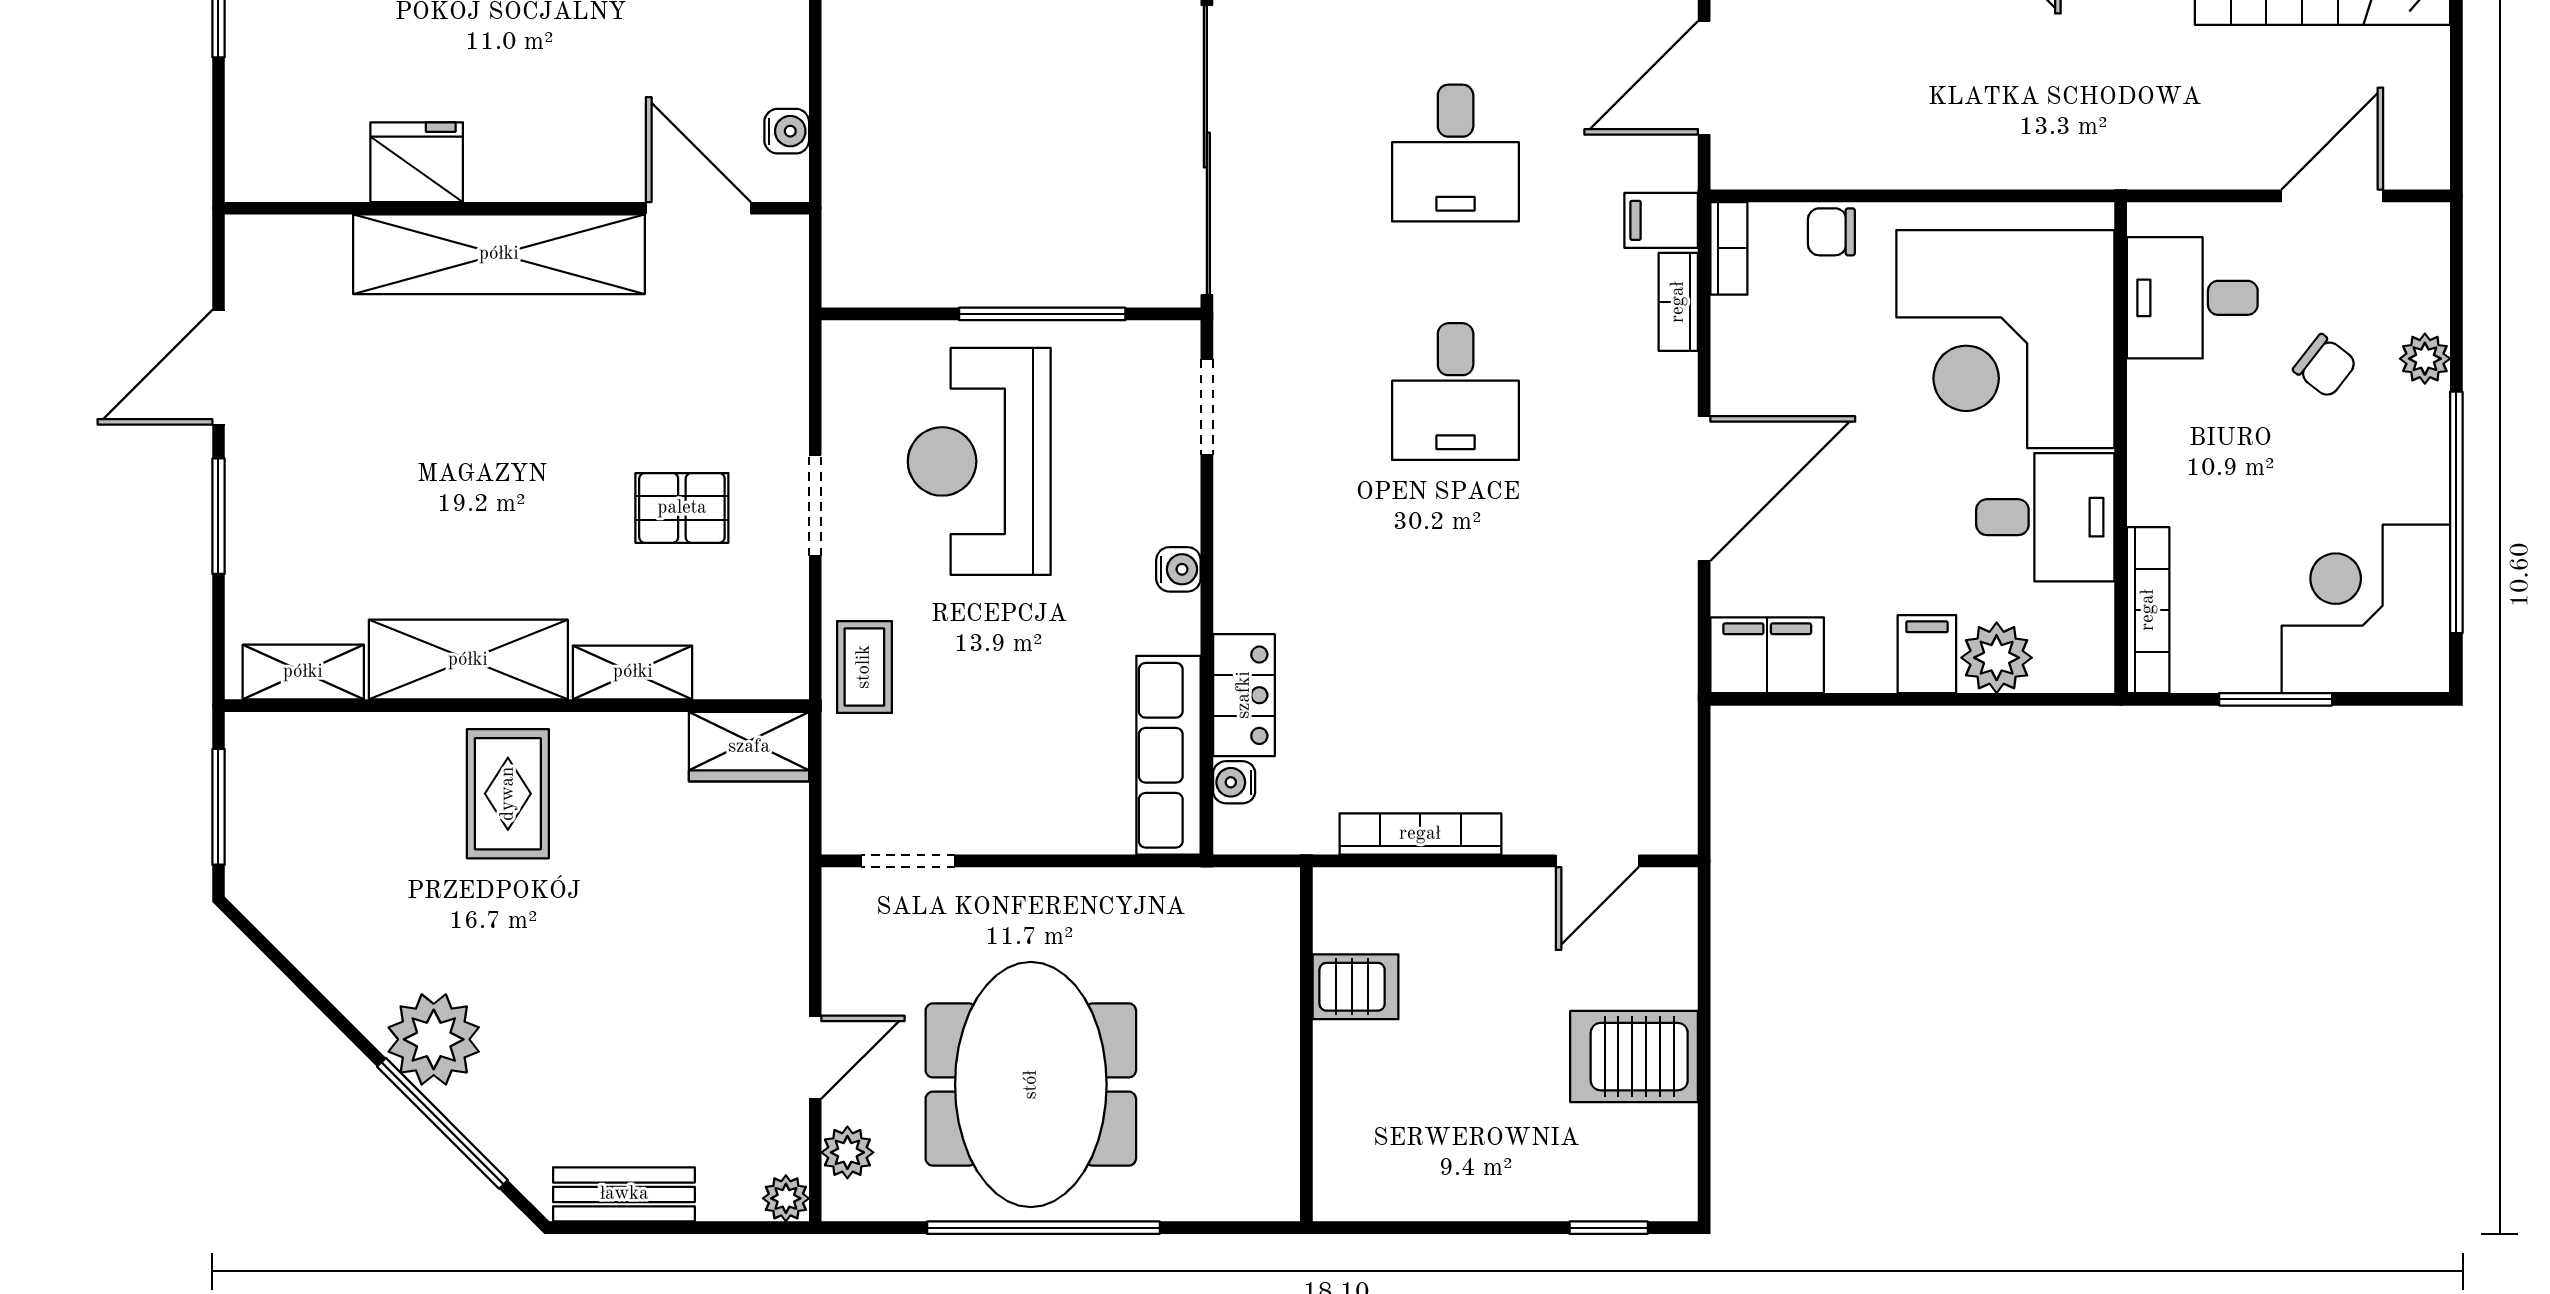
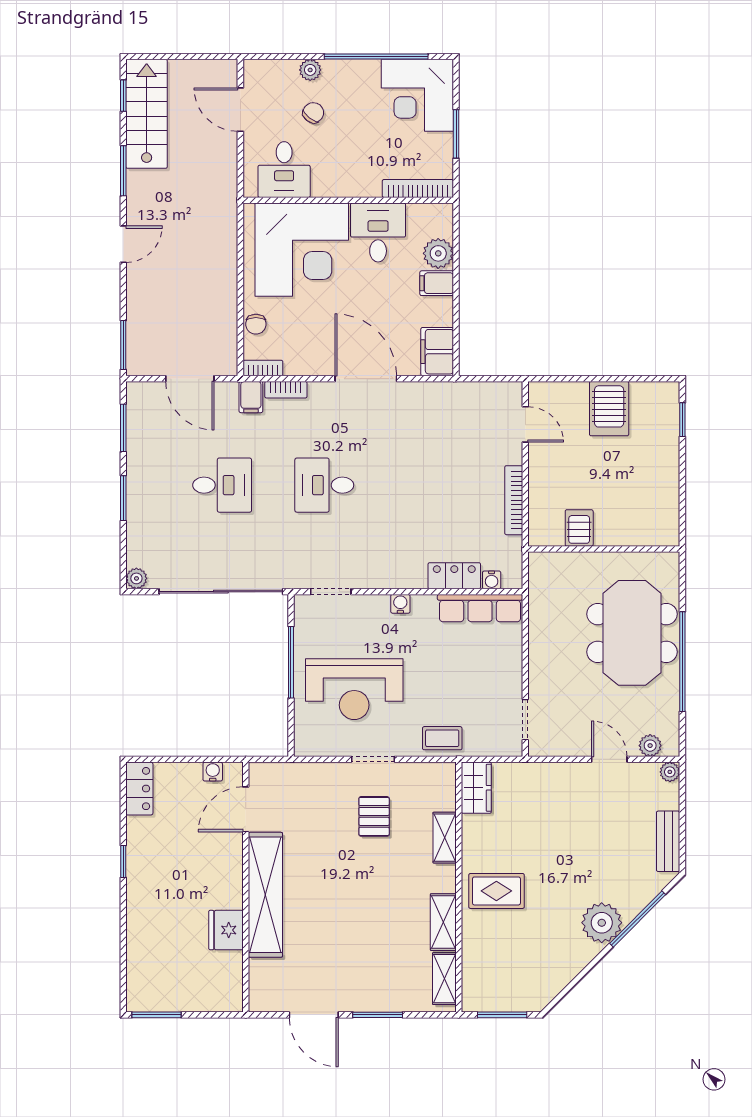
desk: (1456, 392) -> (324, 485), turned 180
shelving: (468, 660) -> (443, 922), width x0.67, depth x0.75
meeting table: (1031, 1085) -> (632, 633), moved, turned 90

